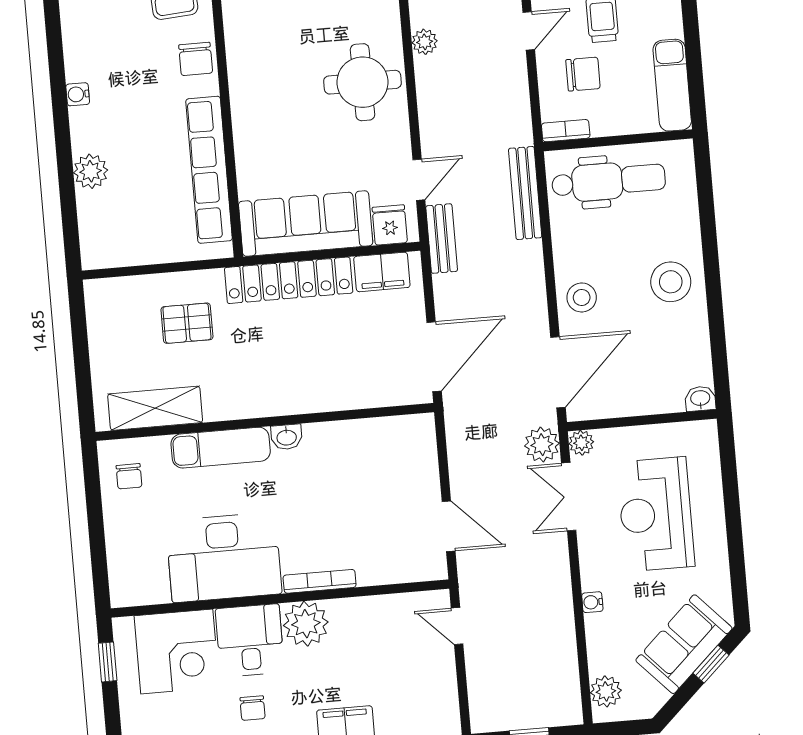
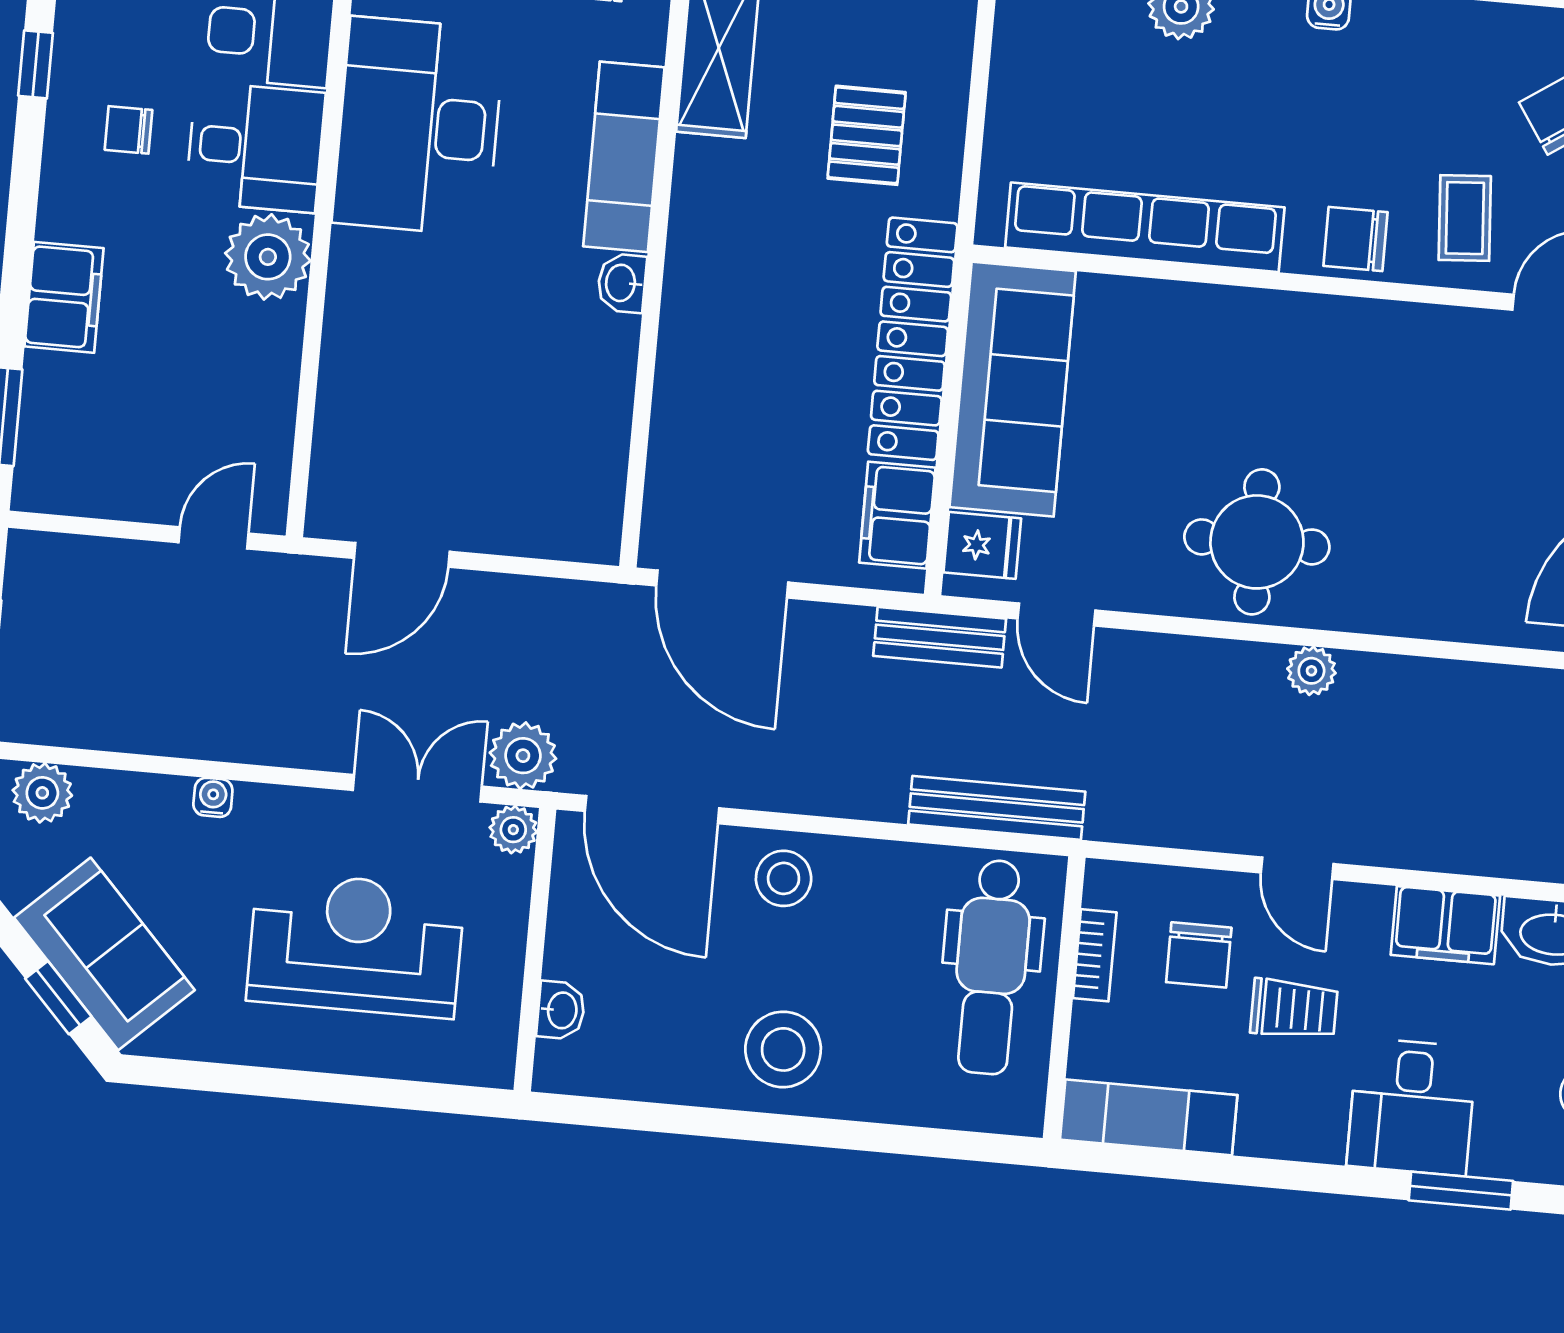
bookcase: (566, 131) -> (1095, 955), moved
washbasin: (700, 399) -> (561, 1010), moved
bookcase: (320, 581) -> (342, 297), removed

